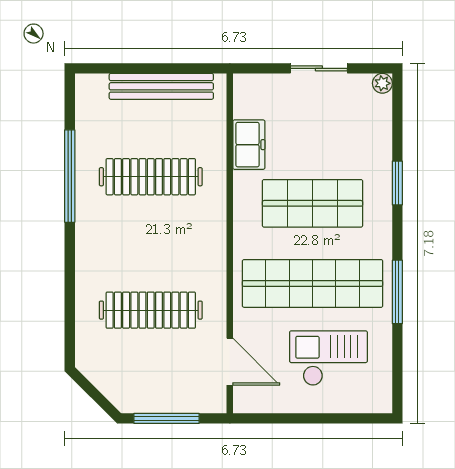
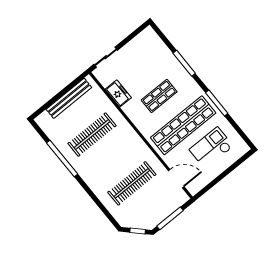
sliding door: (319, 68) -> (106, 57), moved
plant: (382, 83) -> (149, 31), removed
window: (397, 183) -> (184, 63), width x1.44
shop shelf: (313, 203) -> (159, 96), width x0.70, depth x0.74
window: (97, 396) -> (138, 231), added

